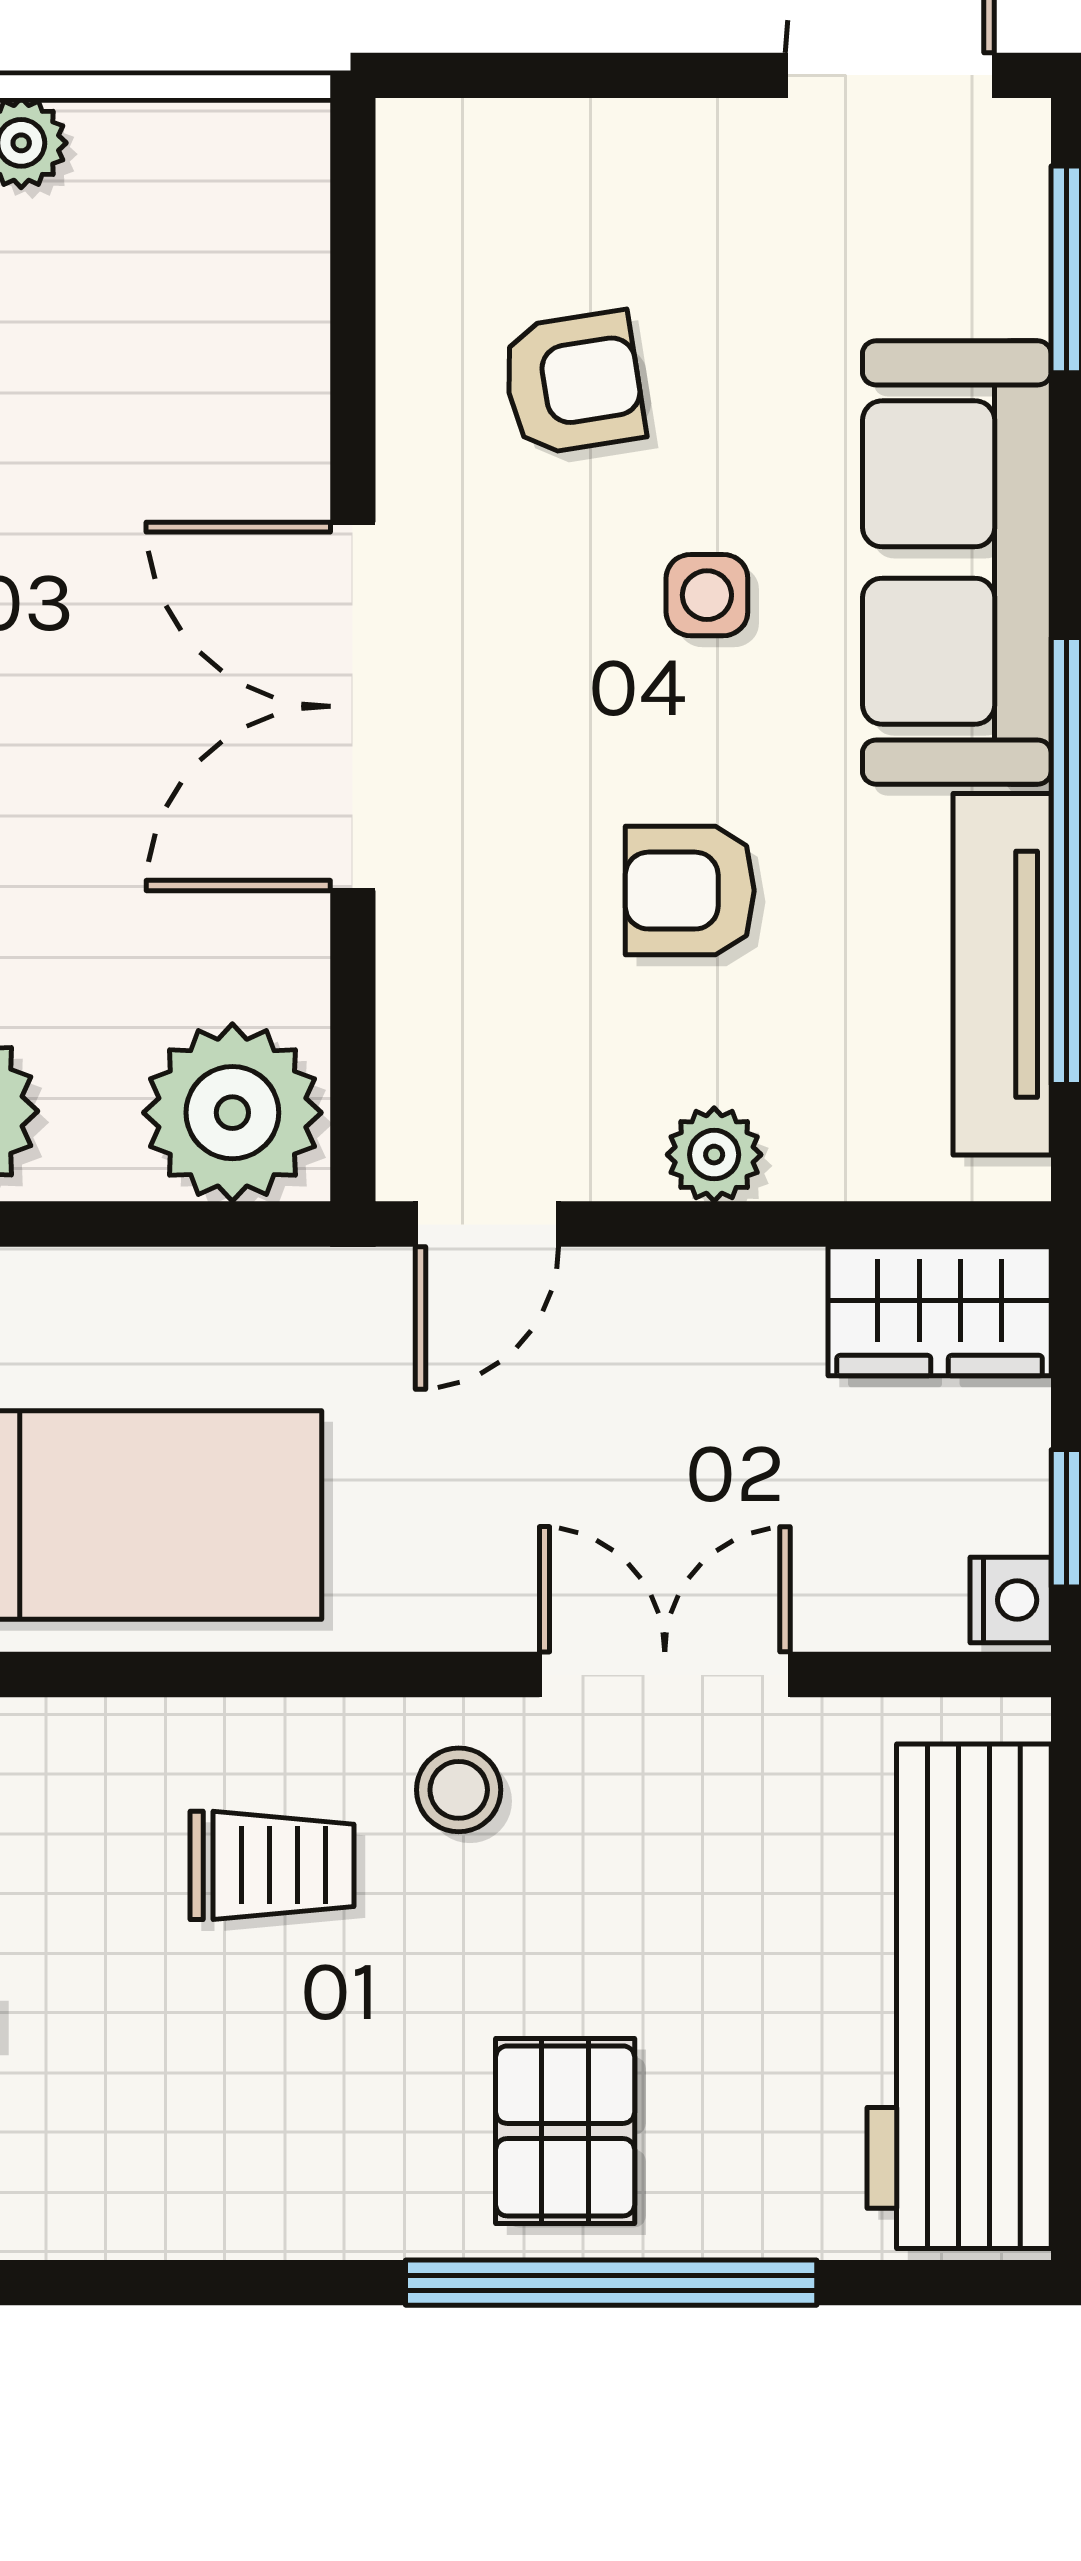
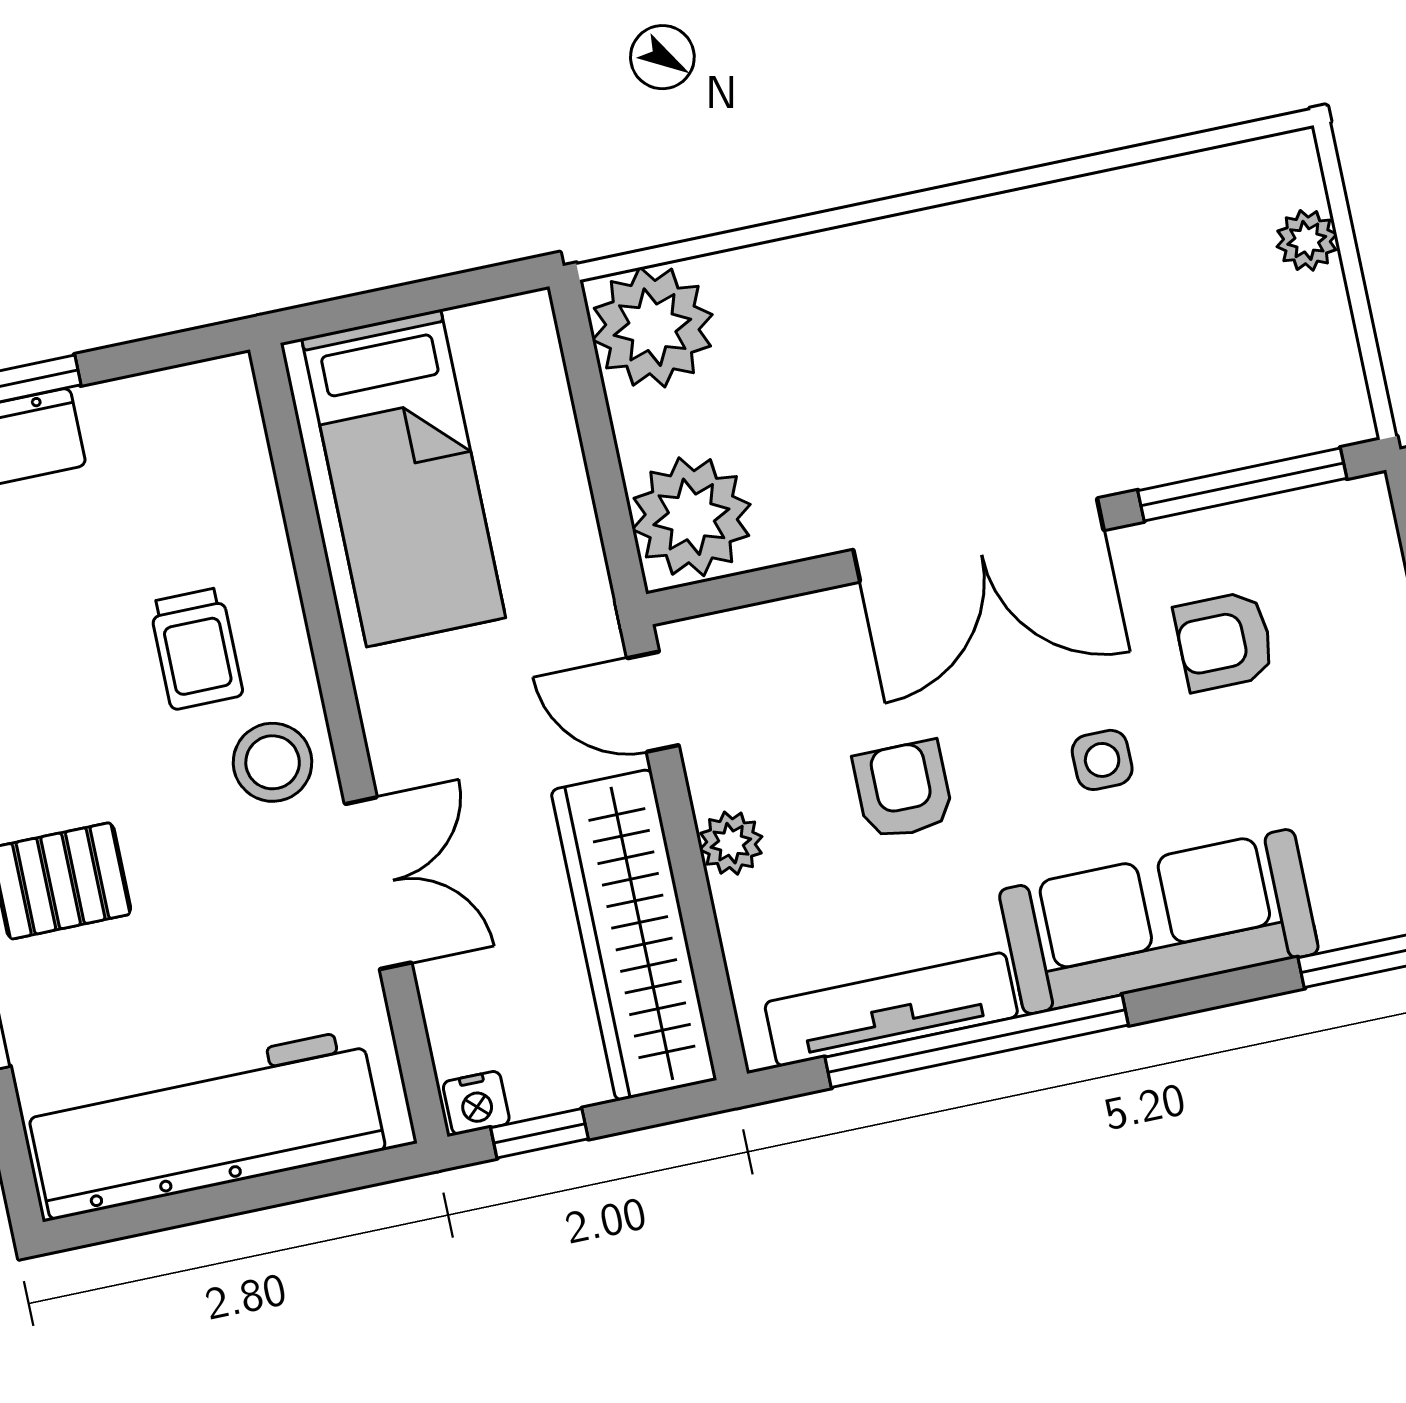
window: (353, 310) -> (1242, 484), added
armchair: (573, 383) -> (1224, 641), turned 99
double door: (353, 706) -> (978, 540), swing flipped
wardrobe: (940, 1311) -> (634, 935), width x2.10, depth x1.17
stool: (459, 1790) -> (273, 762), width x1.37, depth x1.37

